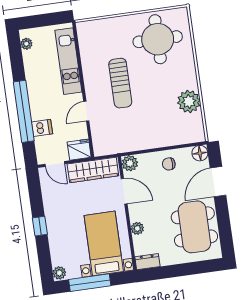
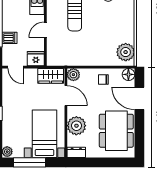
plant: (189, 101) -> (126, 52), moved
wardrobe: (93, 170) -> (51, 76), width x0.67
door: (218, 182) -> (139, 98), hinge flipped
plant: (137, 228) -> (76, 126), width x1.87, depth x1.87

